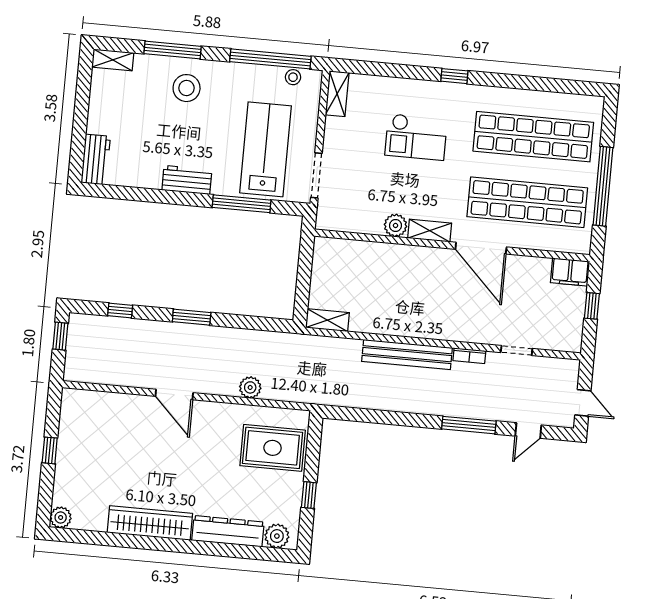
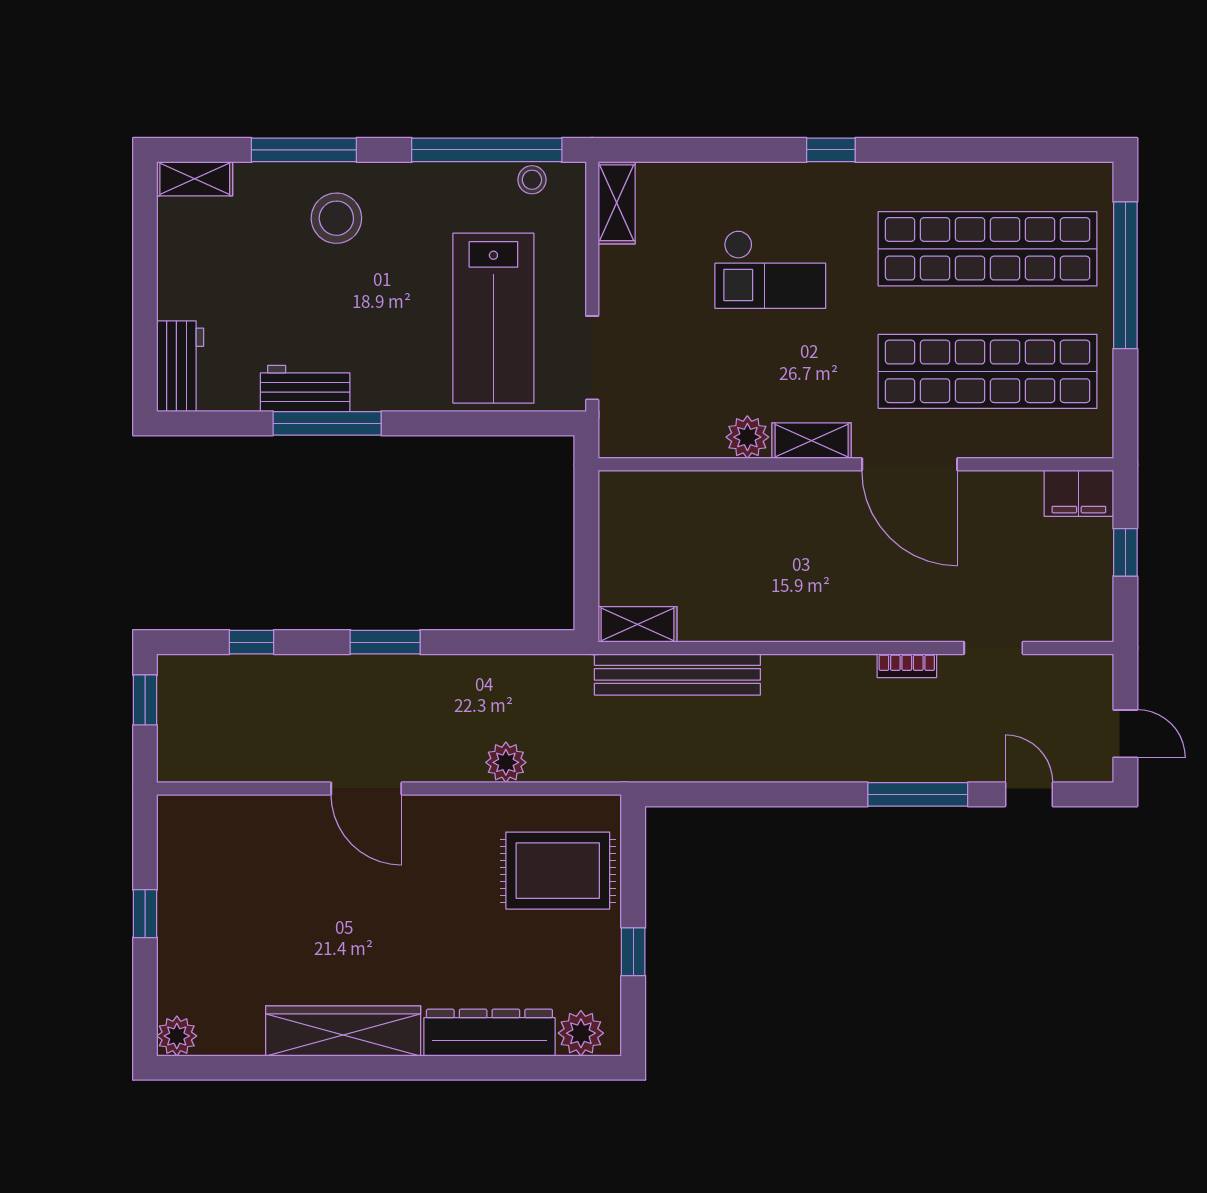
lab bench: (266, 149) -> (493, 318), turned 180
workbench: (187, 180) -> (305, 388), moved
window: (603, 186) -> (1125, 275), moved
window: (242, 204) -> (327, 423), moved
bench: (407, 355) -> (677, 674), moved
door: (528, 431) -> (1029, 794), swing flipped

